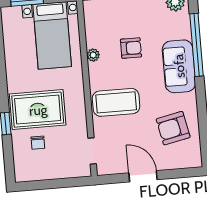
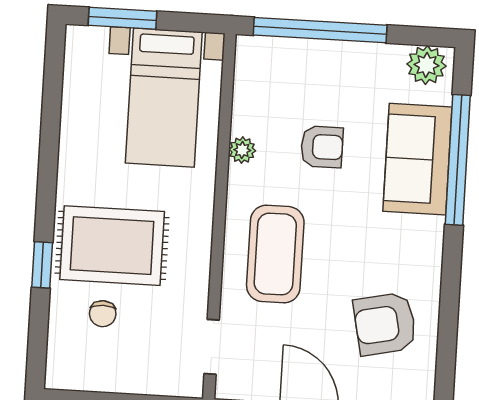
sofa: (179, 66) -> (417, 159), moved
coffee table: (116, 102) -> (275, 254), turned 90

